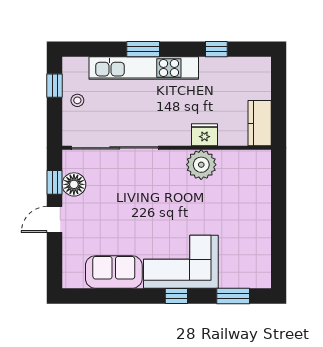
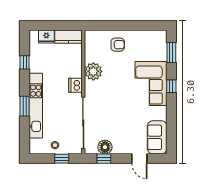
window: (55, 86) -> (62, 159), moved
dishwasher: (178, 135) -> (75, 85), added
fridge: (204, 135) -> (46, 37), moved, turned -90
armchair: (246, 206) -> (118, 45), added
door: (55, 219) -> (139, 159), moved
sofa: (114, 272) -> (157, 137), moved

